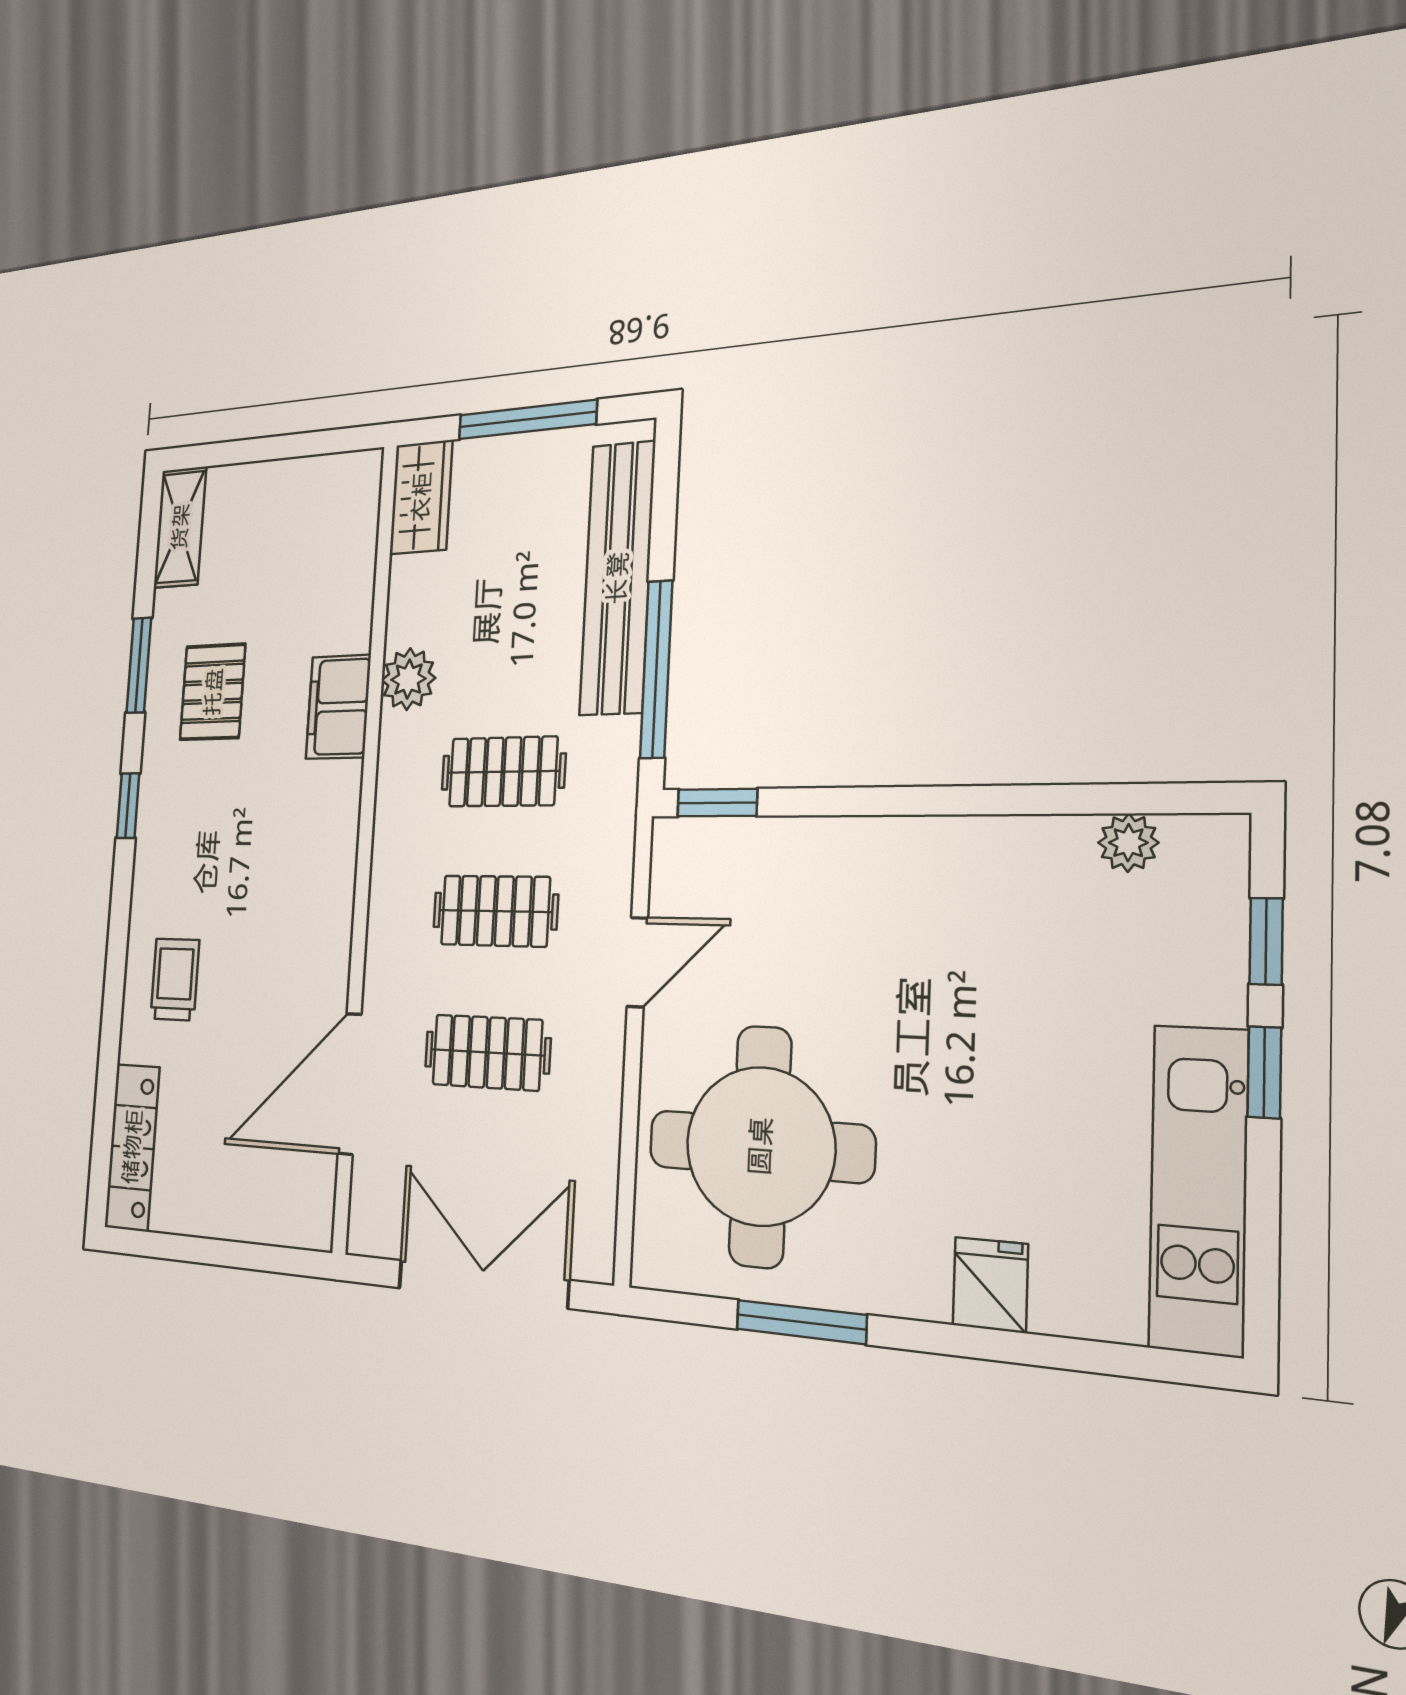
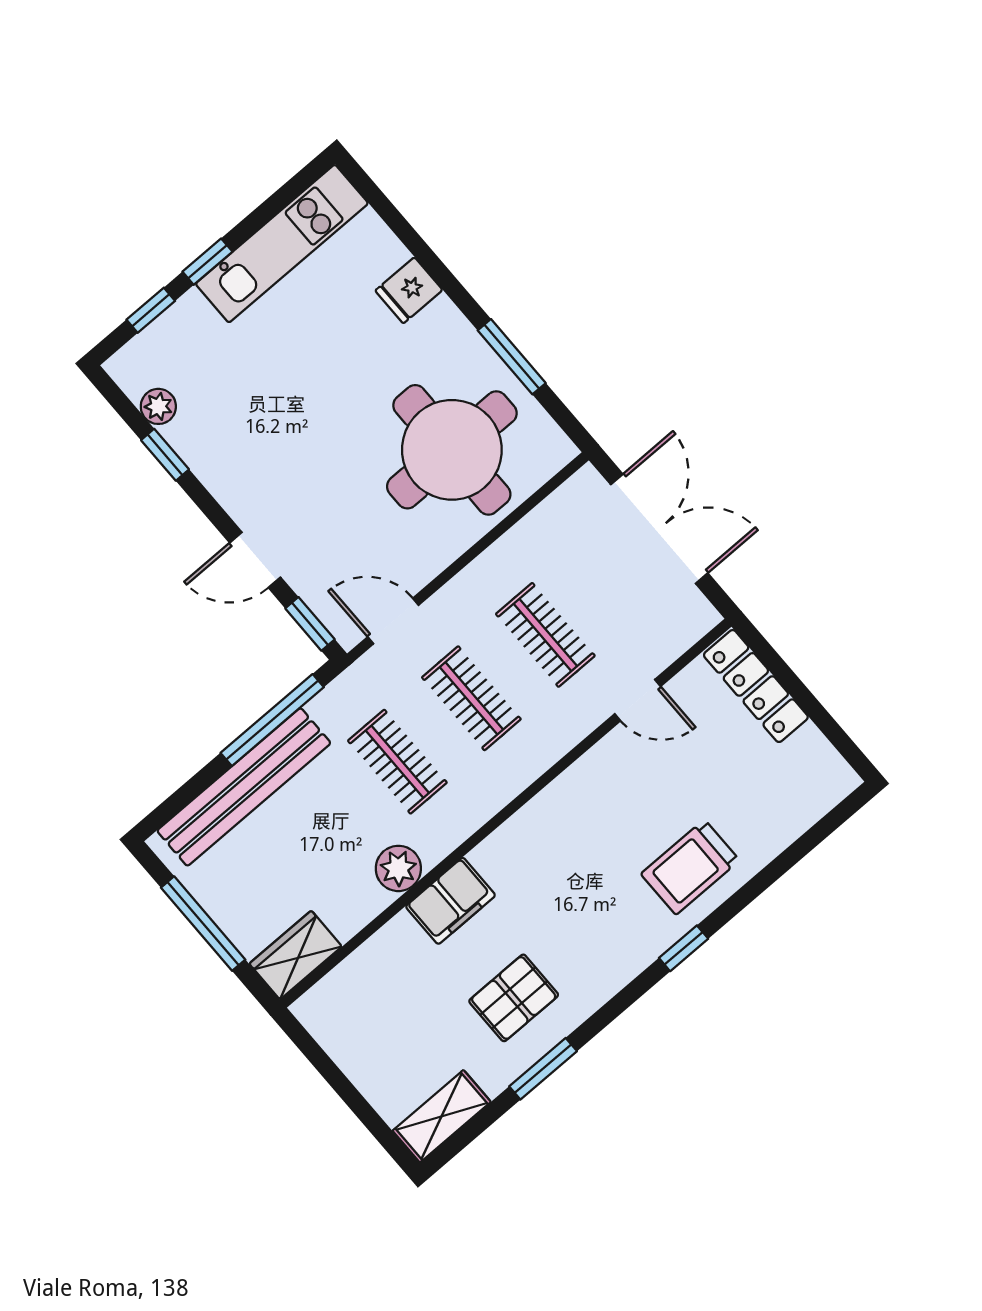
window: (1060, 799) -> (165, 455), added
door: (840, 802) -> (255, 560), added
window: (128, 806) -> (684, 948), moved
door: (637, 962) -> (393, 621), moved
trolley: (175, 979) -> (690, 867), width x1.36, depth x1.39
door: (350, 1084) -> (638, 700), width x0.53
locker: (132, 1147) -> (756, 686), moved, turned -90
double door: (483, 1284) -> (659, 529), swing flipped

